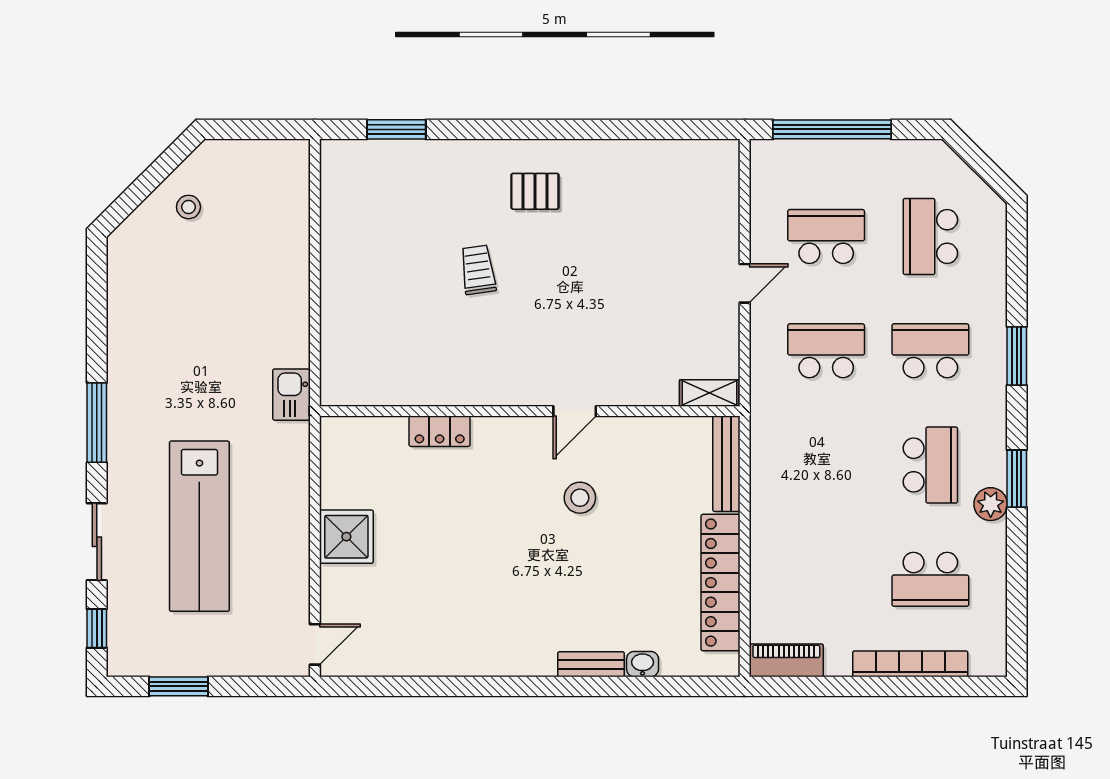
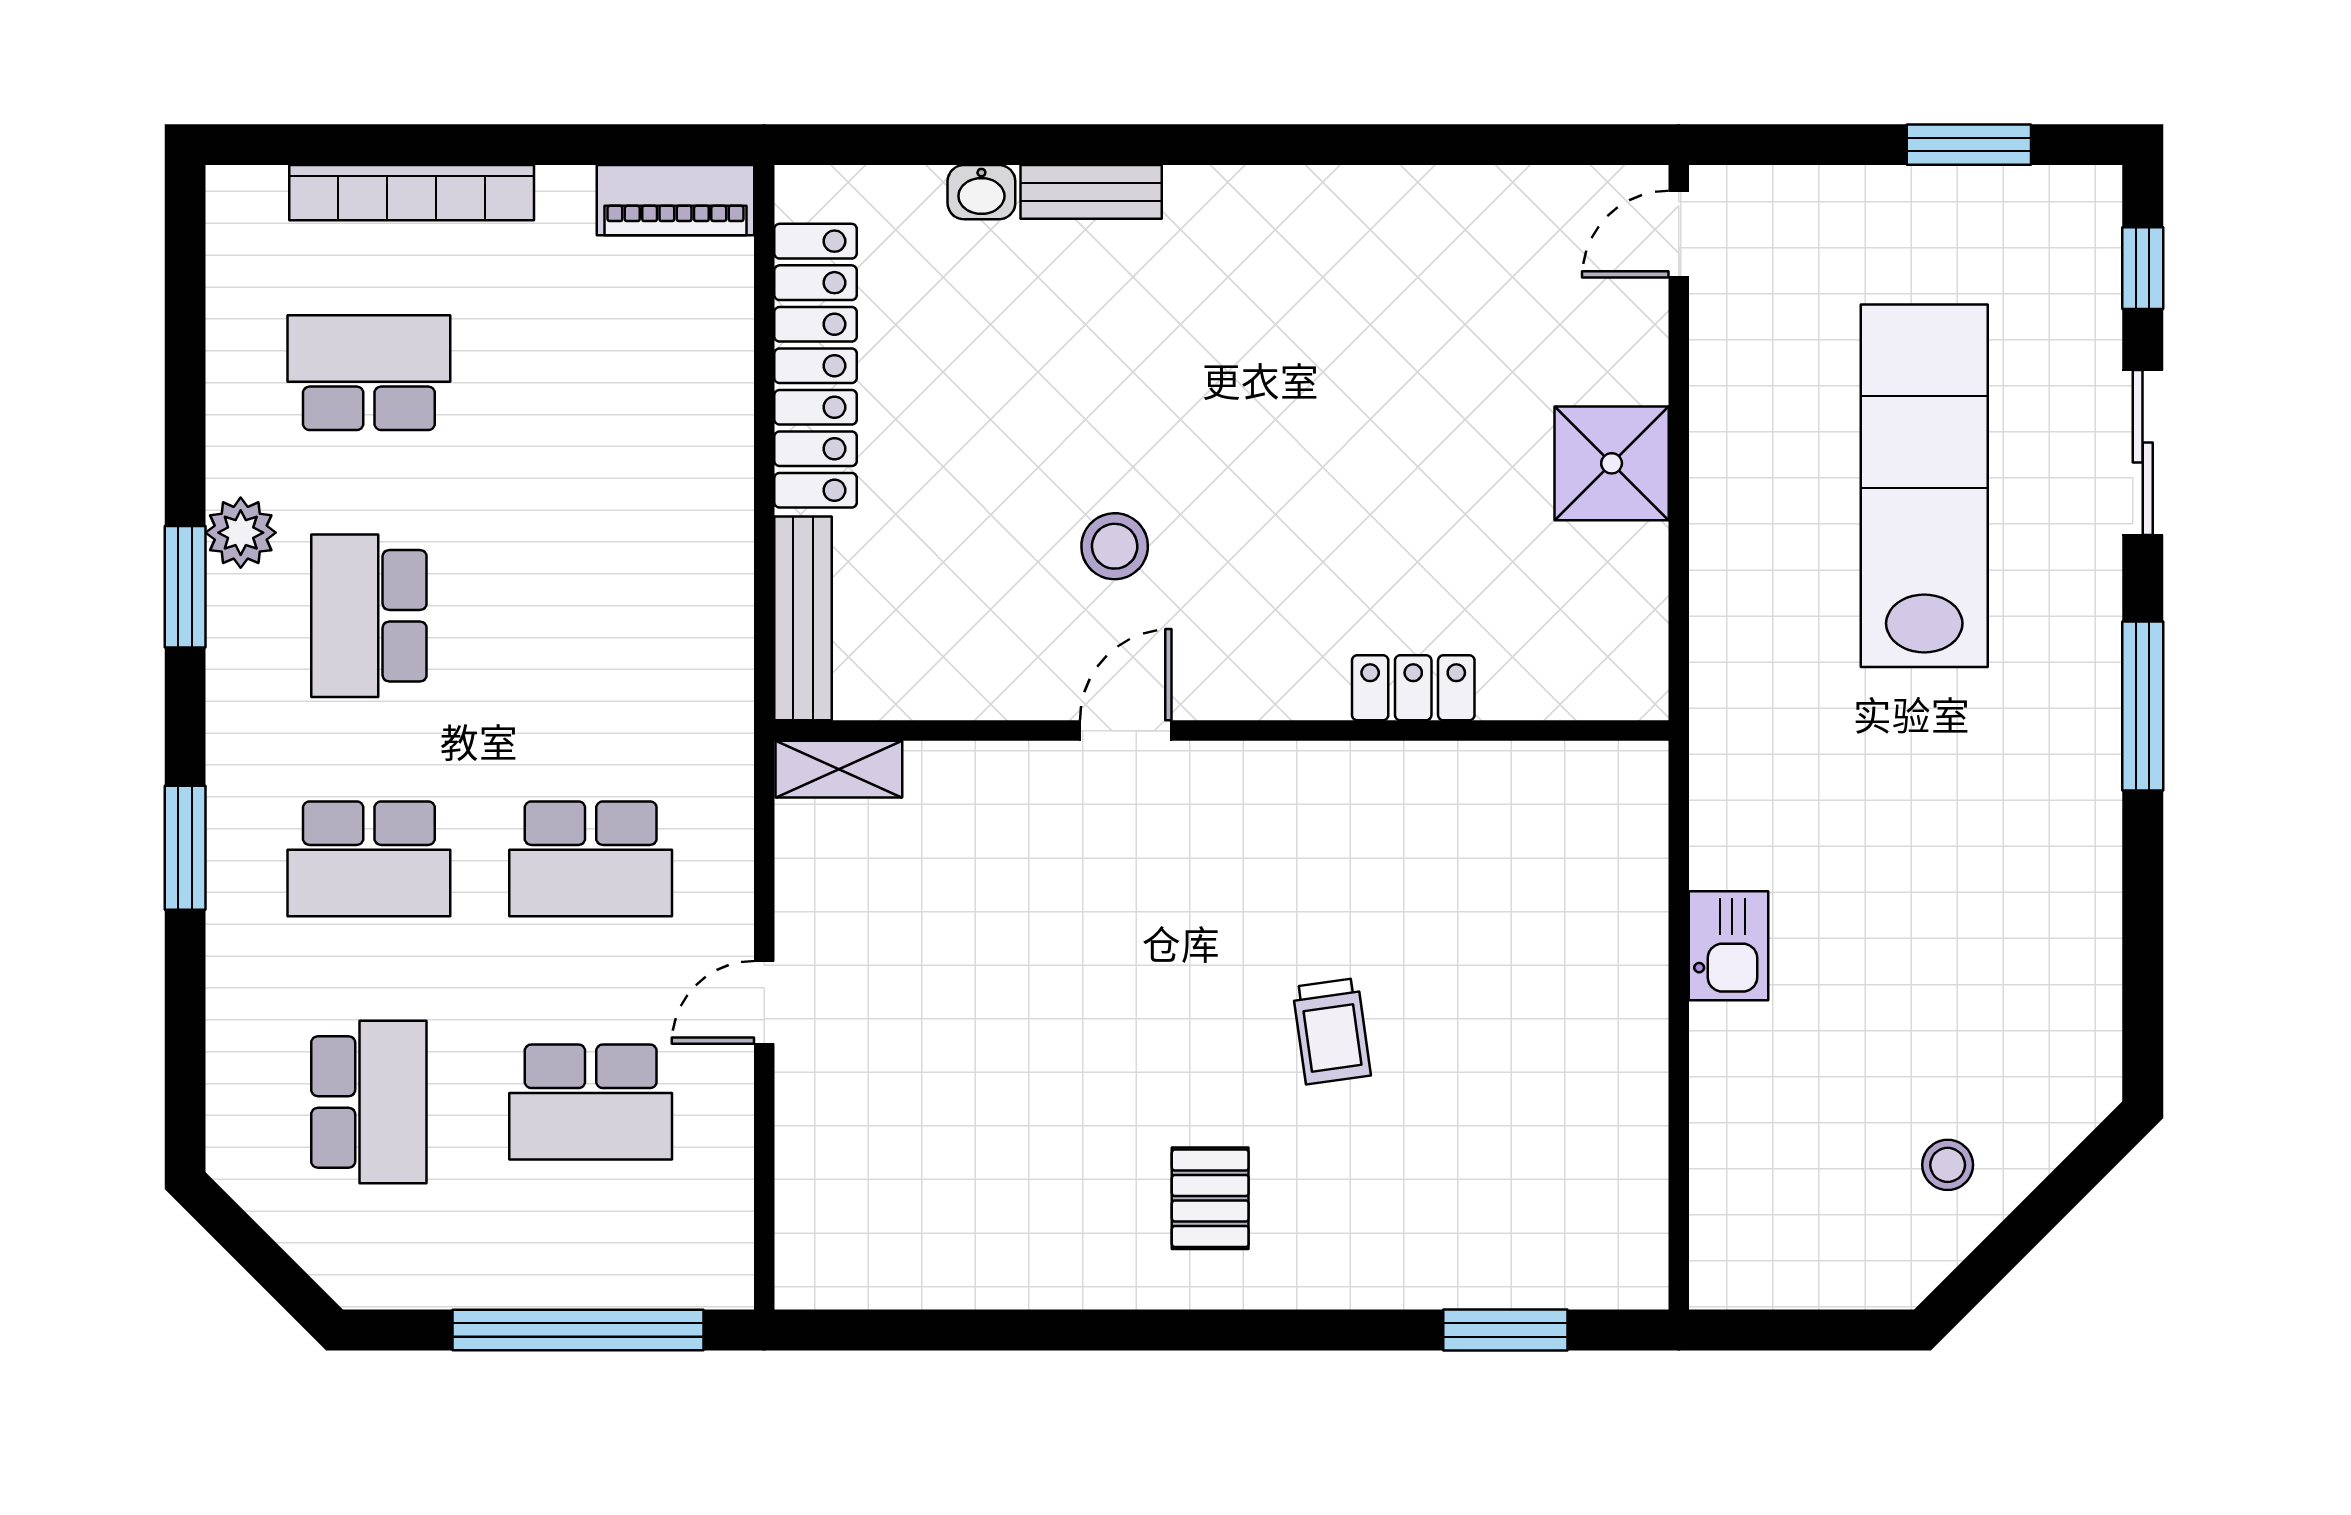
pallet: (535, 191) -> (1210, 1198), turned 90
kitchen sink: (291, 395) -> (1729, 946), moved

